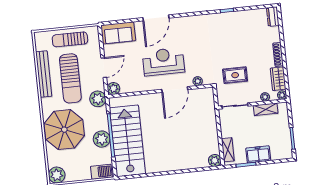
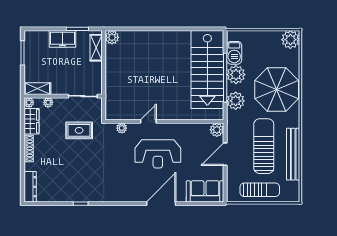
dresser: (273, 17) -> (30, 187), width x1.44
door: (175, 90) -> (148, 121), width x0.53
plant: (98, 99) -> (236, 101), moved
shelving: (266, 109) -> (37, 89), moved
barbecue: (101, 172) -> (234, 53), moved, turned -90

